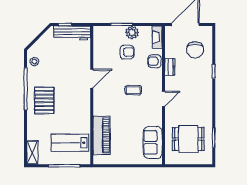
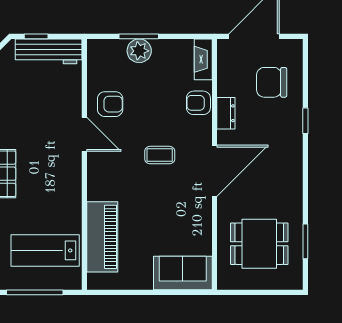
plant: (132, 33) -> (139, 51), moved
chair: (195, 50) -> (272, 82), turned 90
armchair: (127, 52) -> (110, 104), moved
door: (92, 79) -> (84, 134), hinge flipped
door: (163, 99) -> (214, 171), width x1.87
sofa: (153, 142) -> (183, 273), moved, turned 90

